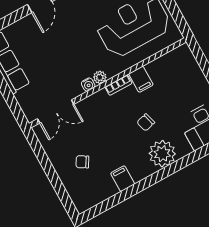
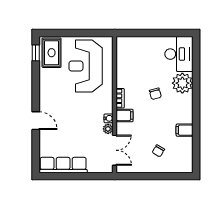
plant: (100, 77) -> (108, 129), moved
filing cabinet: (141, 79) -> (125, 116), moved
plant: (162, 154) -> (182, 83), moved

